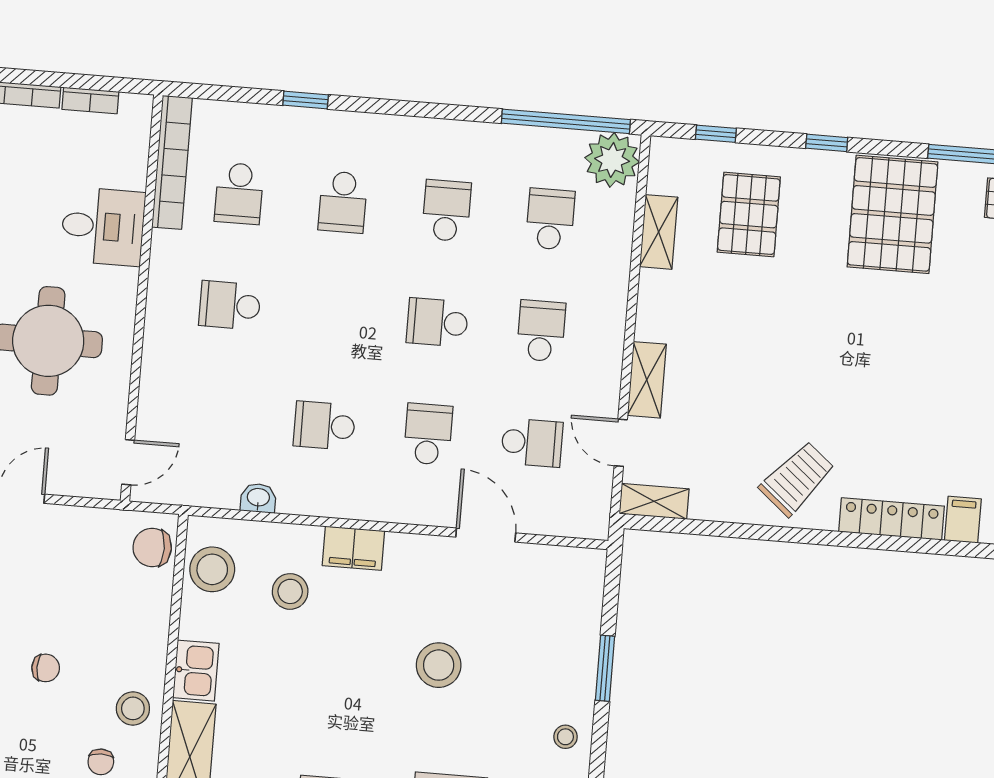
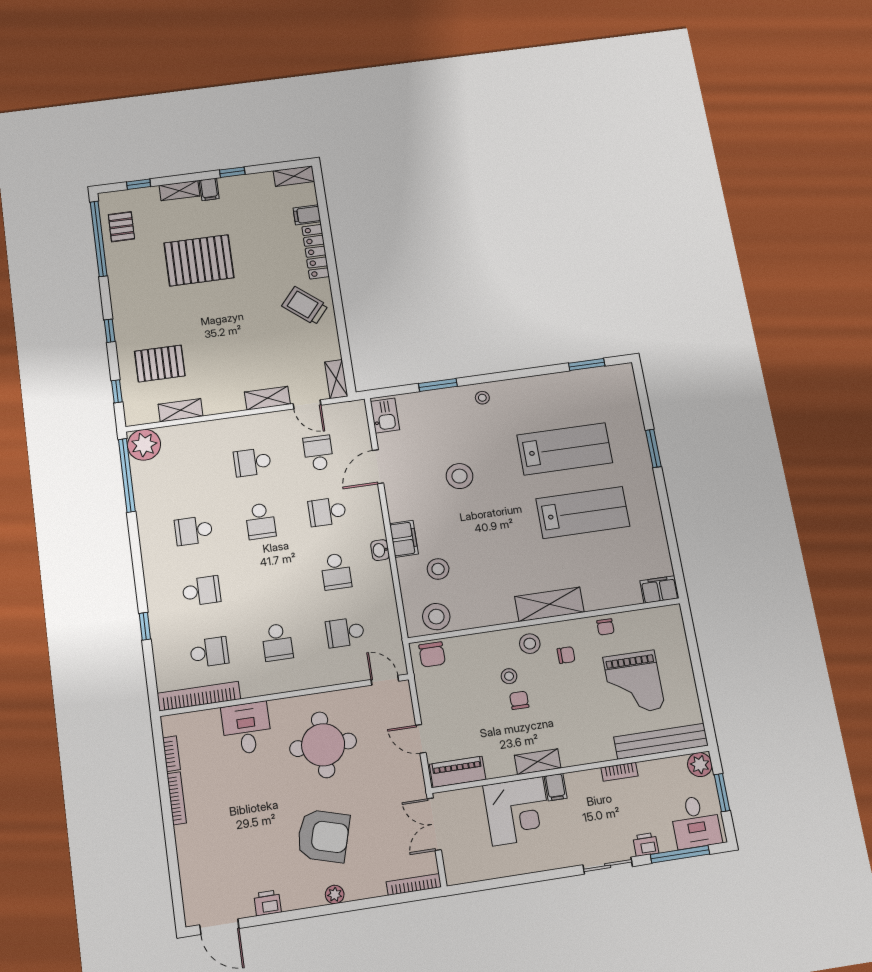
pallet: (893, 214) -> (199, 260), moved
school desk: (550, 219) -> (345, 632), moved
door: (621, 443) -> (307, 404), hinge flipped
washbasin: (258, 498) -> (380, 550), moved
stool: (88, 662) -> (509, 676), added
kitchen sink: (196, 671) -> (385, 416), moved, turned 90

